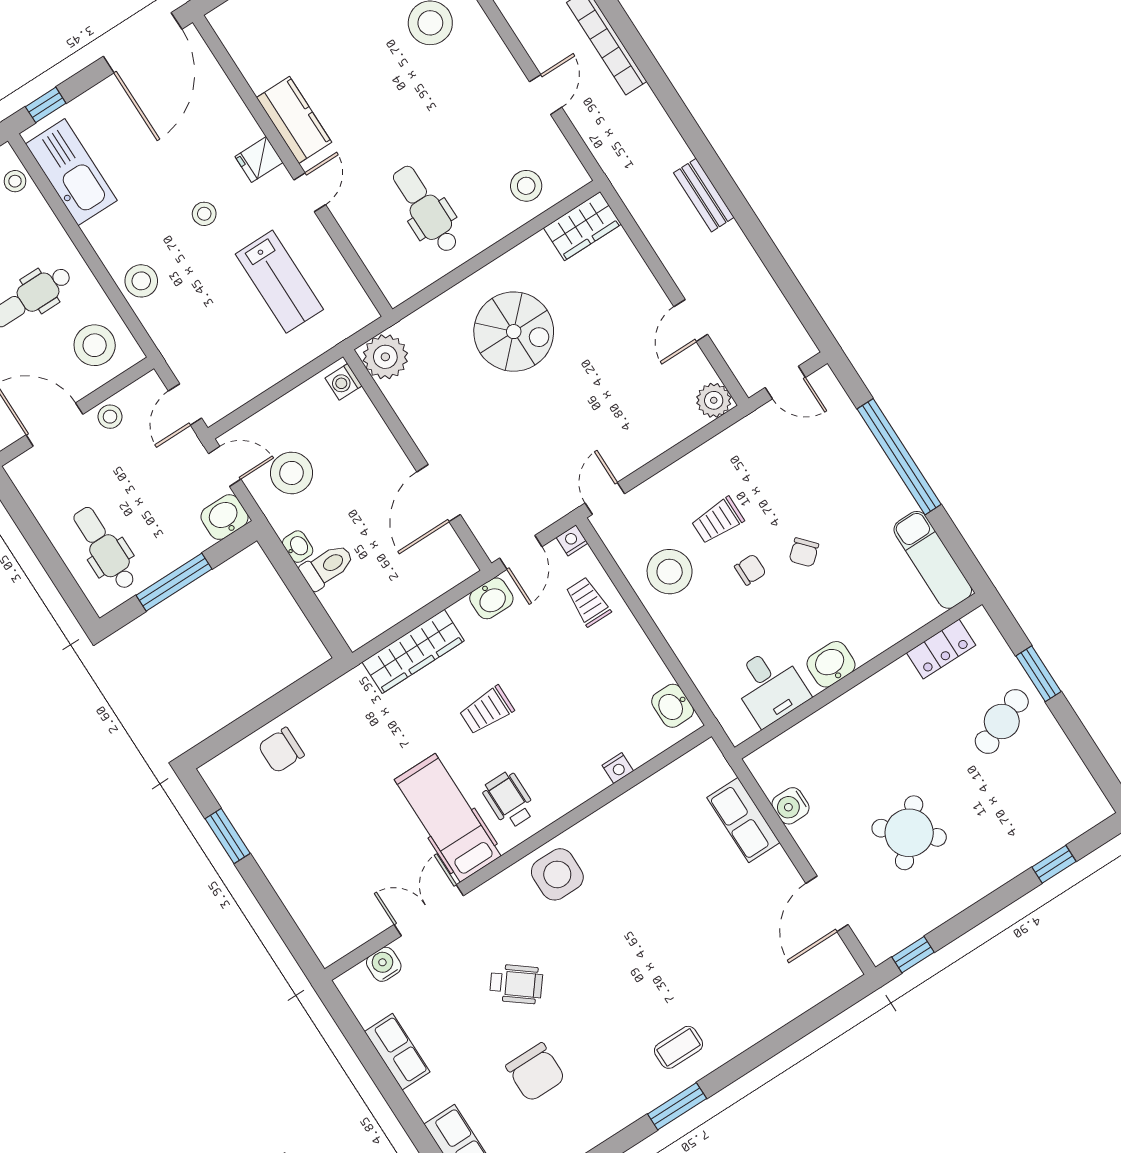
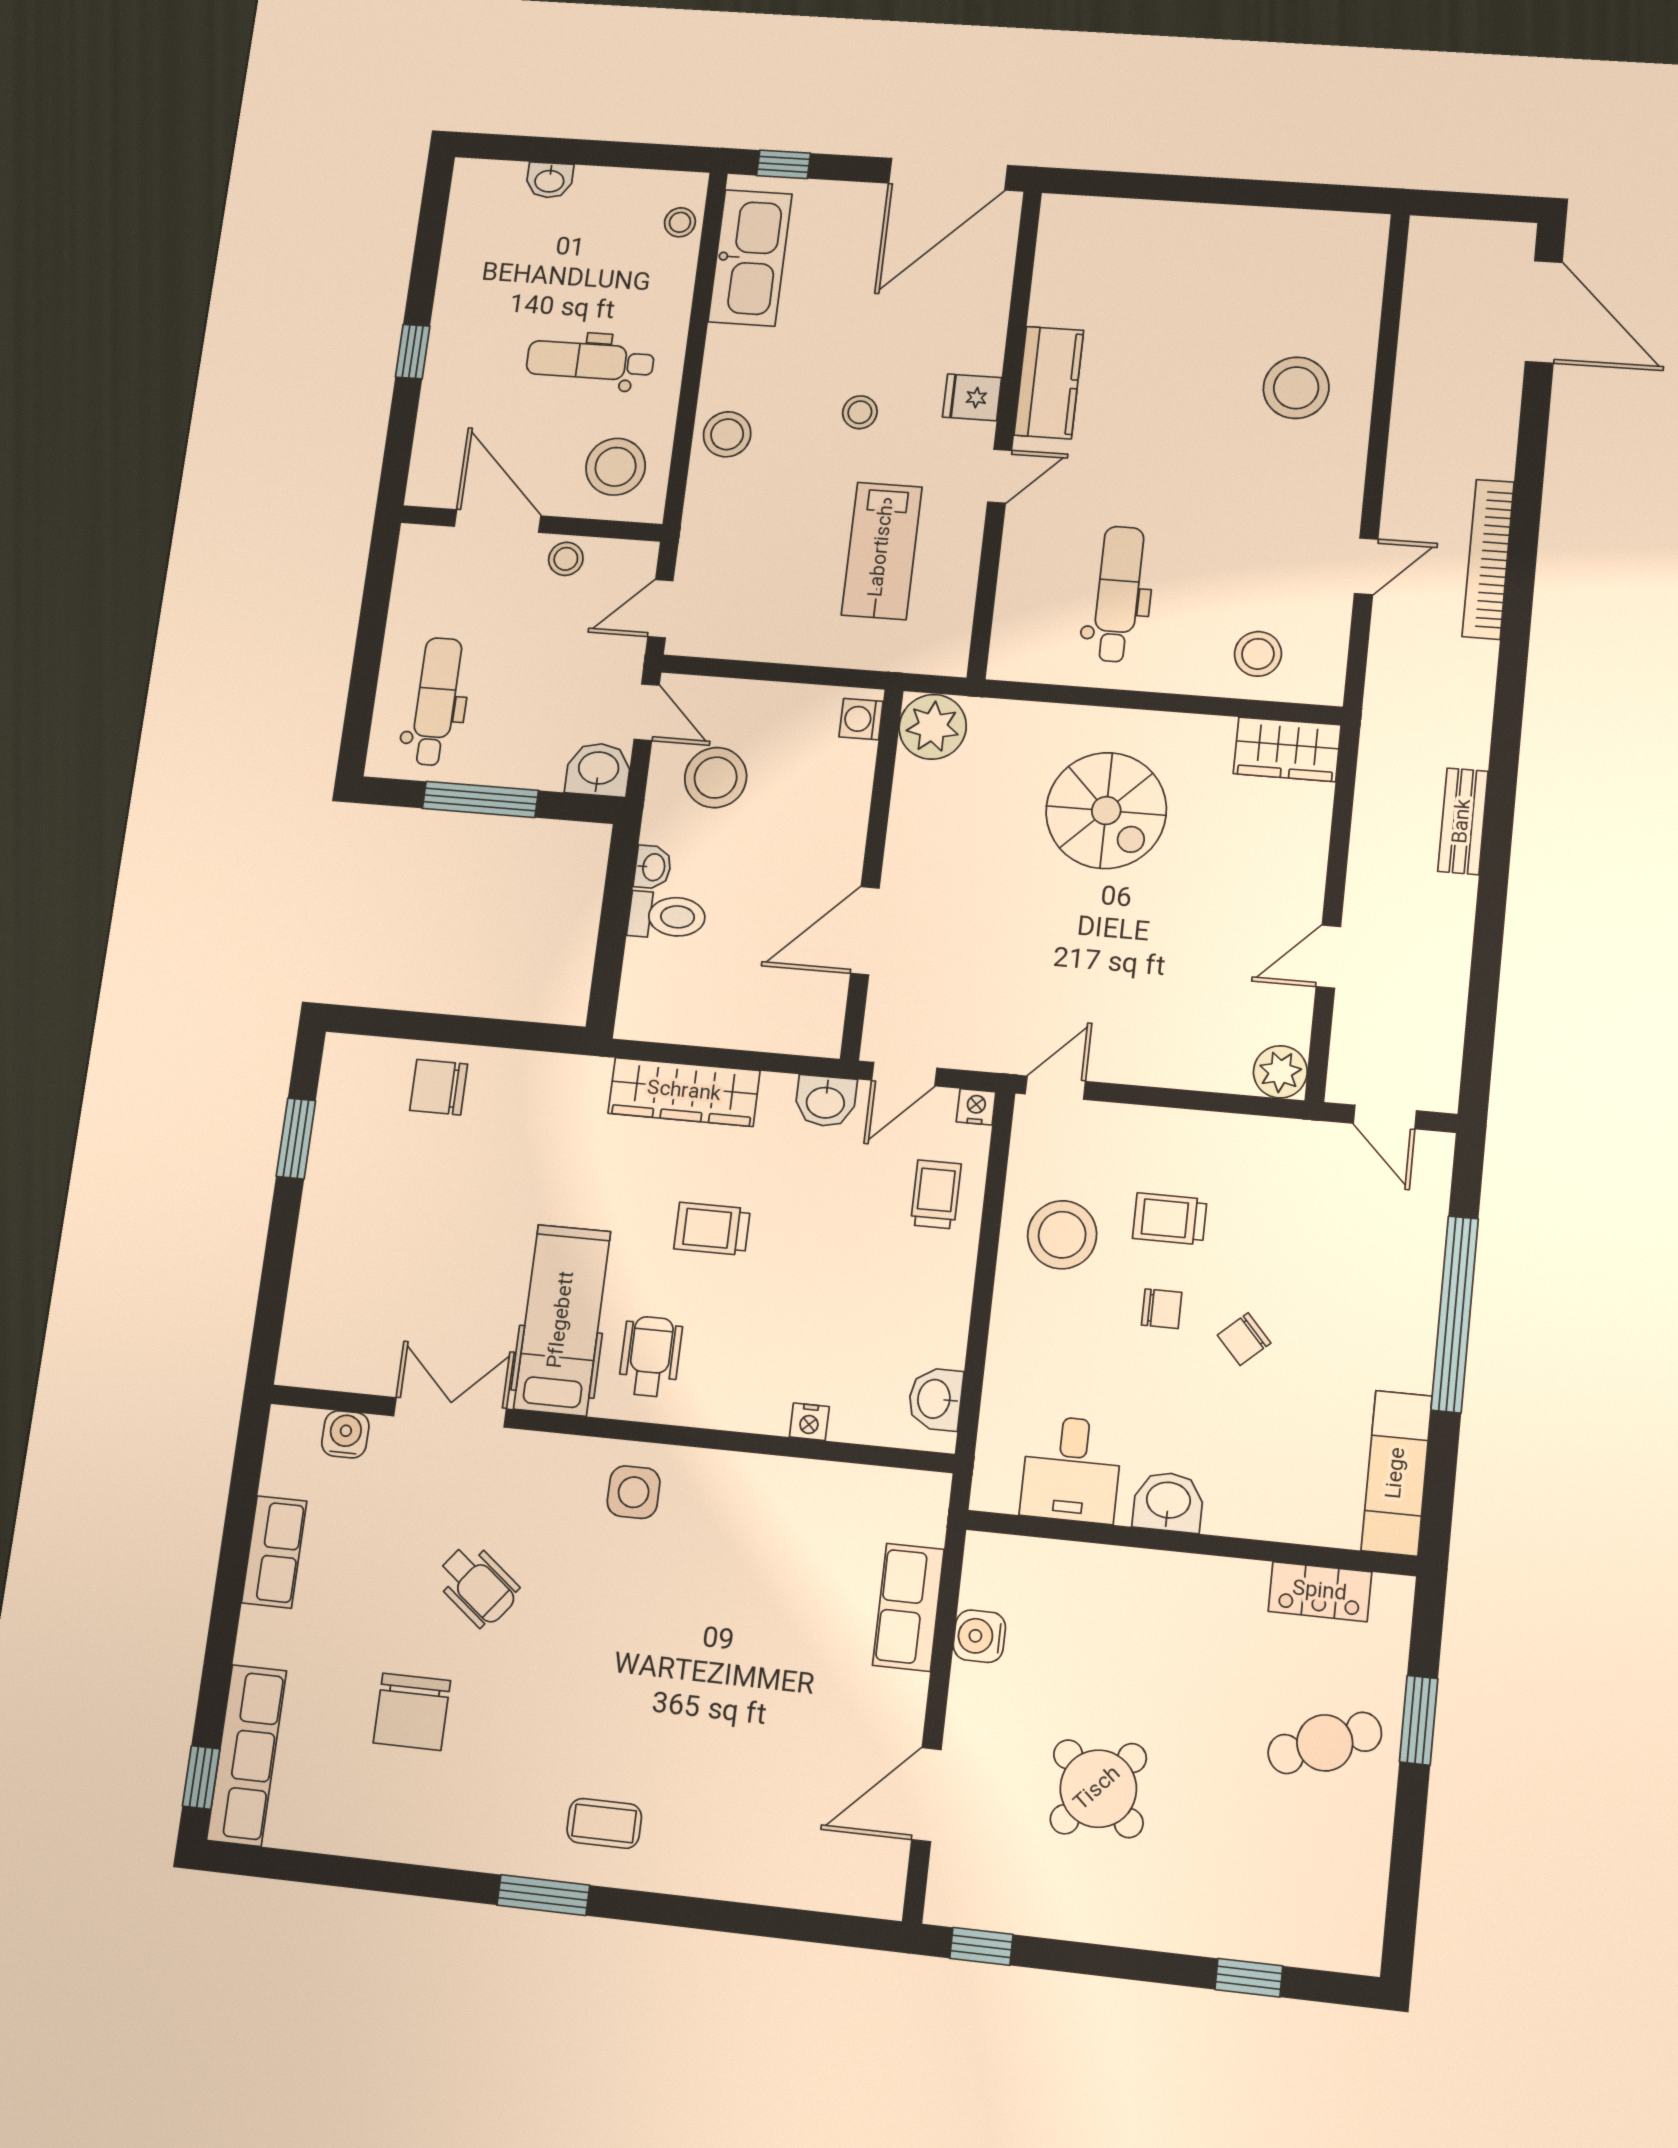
side table: (557, 874) -> (634, 1492), width x0.73, depth x0.73

